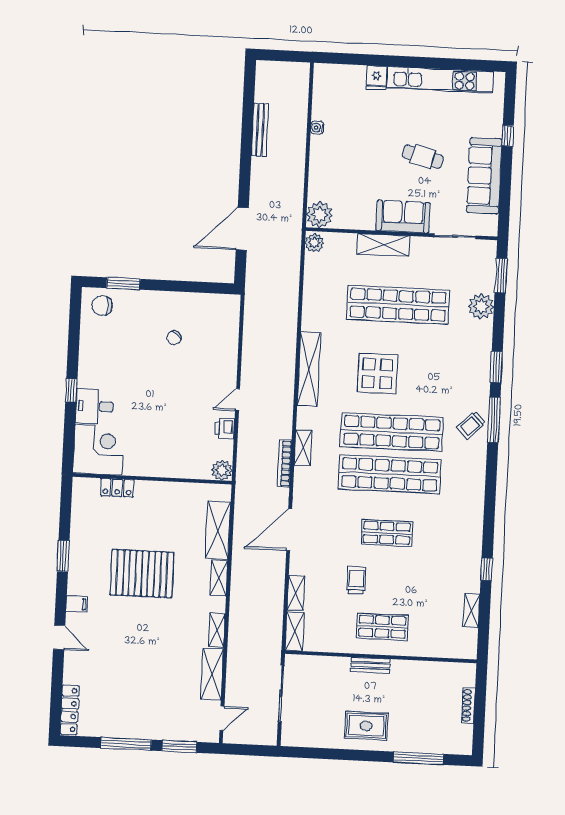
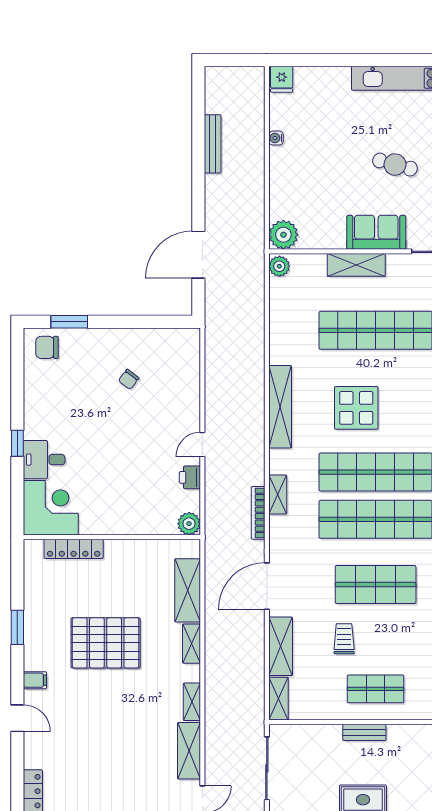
fridge: (376, 78) -> (282, 79), moved
locker: (117, 488) -> (74, 549), width x1.53
shop shelf: (387, 533) -> (376, 585), width x1.43, depth x1.36
shelving: (296, 593) -> (281, 646), width x1.50, depth x1.33

